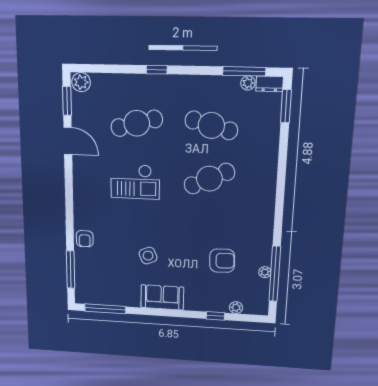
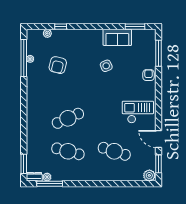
window: (157, 70) -> (102, 184), removed
cafe table: (137, 123) -> (114, 151), turned 33
checkout: (135, 182) -> (138, 112), moved
armchair: (222, 261) -> (58, 65), turned -74
sofa: (162, 297) -> (117, 37), moved
window: (105, 309) -> (135, 27), width x0.69

